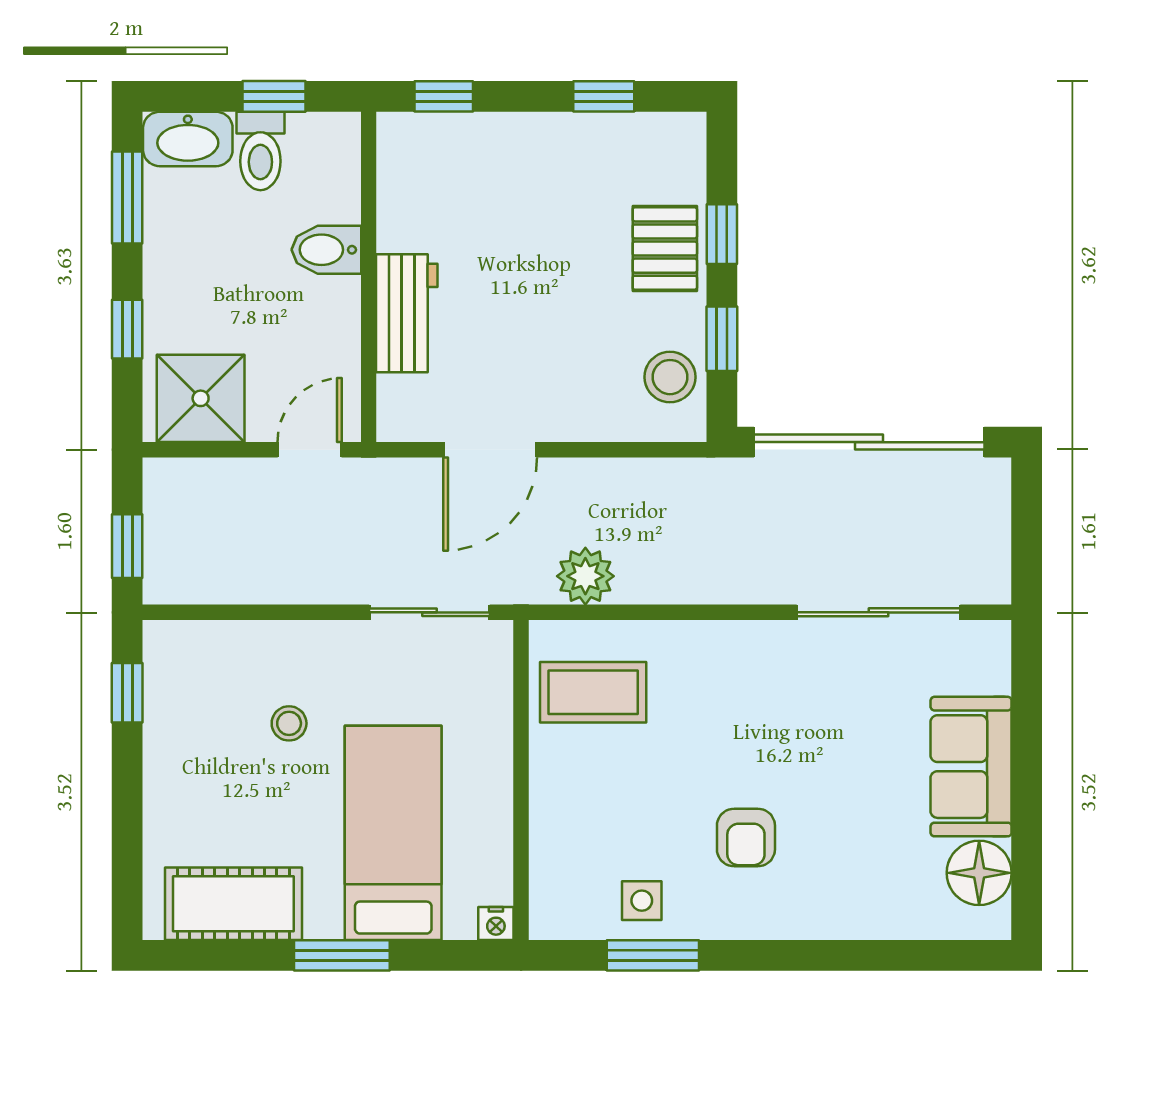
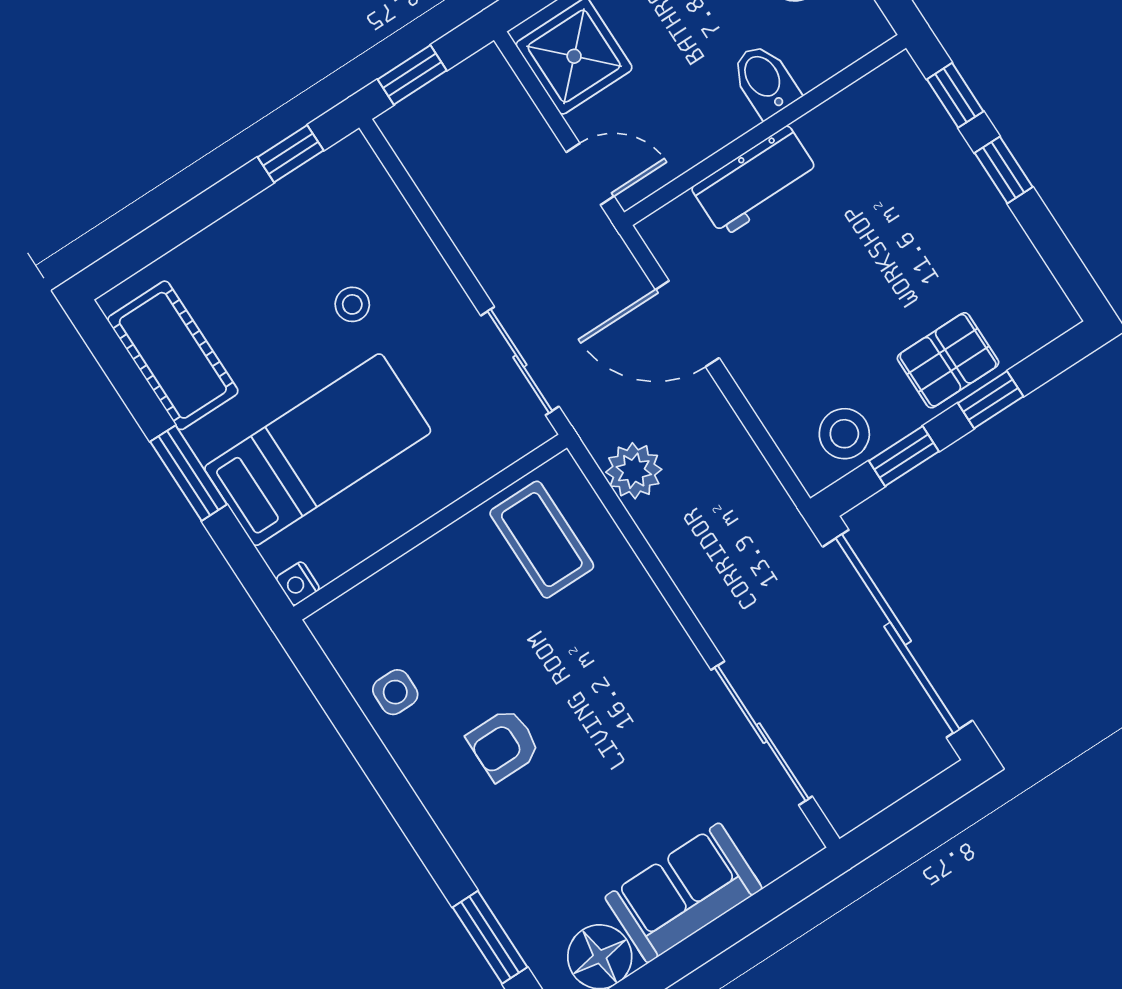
window: (604, 96) -> (1004, 170), moved
window: (653, 955) -> (490, 937), moved

